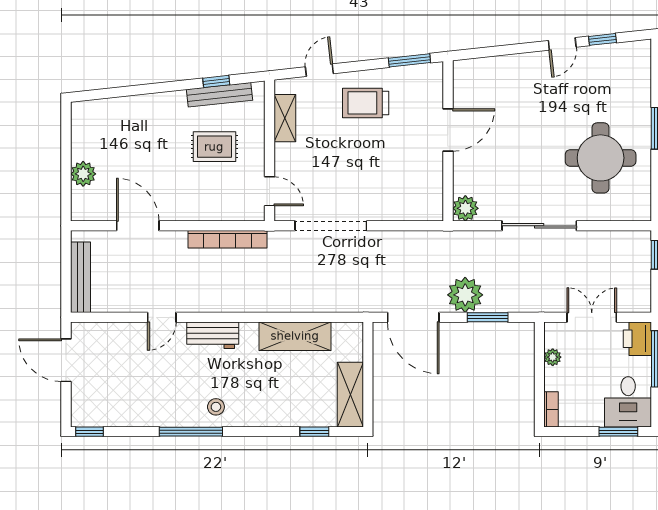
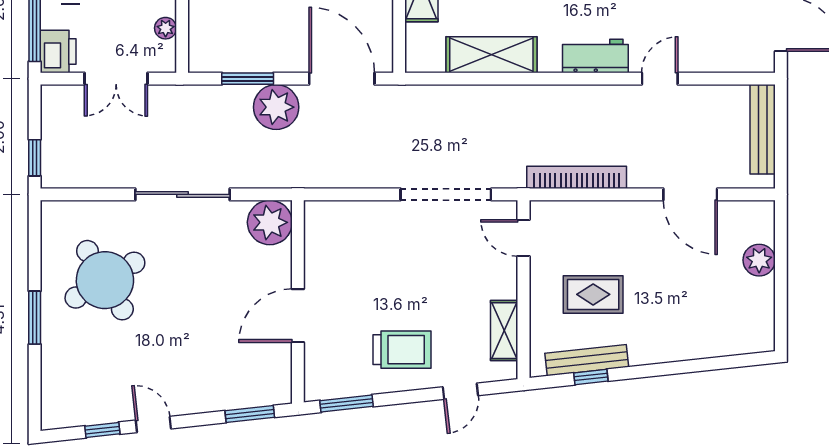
door: (562, 44) -> (153, 424), hinge flipped
window: (486, 52) -> (250, 414), added
round table: (601, 158) -> (105, 280), turned -31
plant: (465, 208) -> (270, 222), width x1.36, depth x1.36

